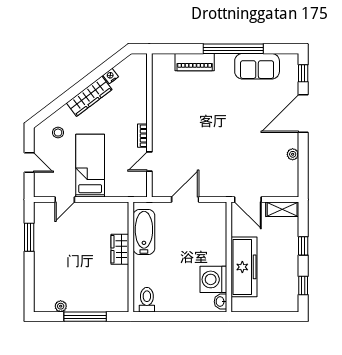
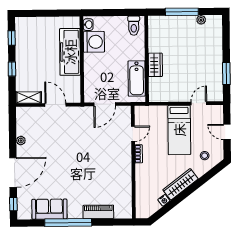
wall: (229, 257) -> (82, 60), moved
freezer: (244, 267) -> (70, 52), moved
washing machine: (213, 279) -> (94, 42), moved
washbasin: (220, 302) -> (88, 25), moved

